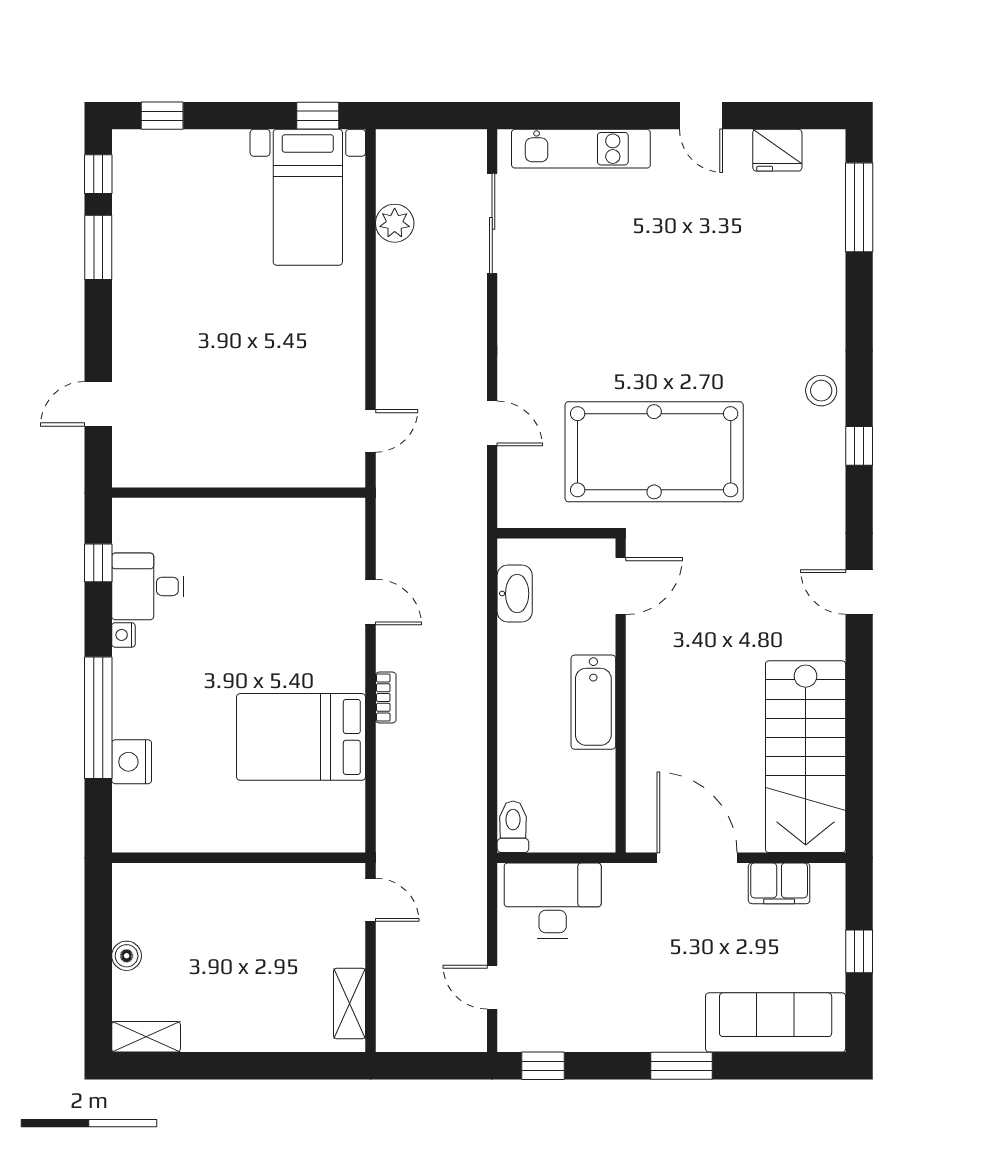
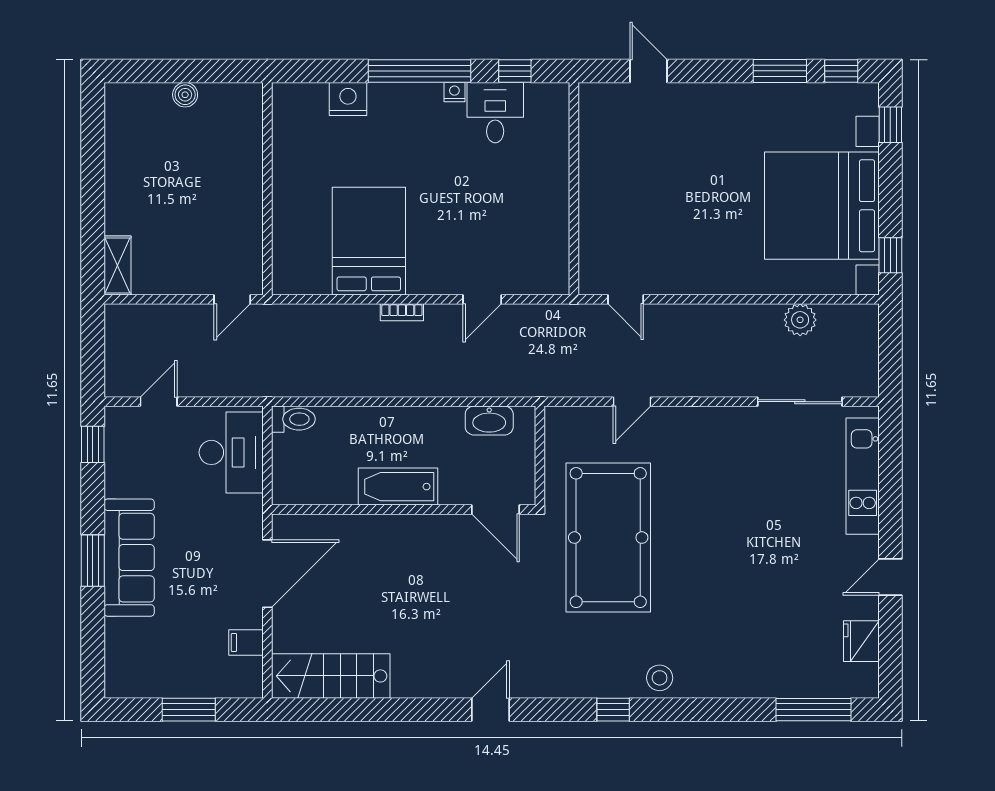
bed with nightstands: (308, 197) -> (822, 206), width x1.85
window: (98, 718) -> (419, 71), moved
stairs: (806, 757) -> (331, 676), width x0.73, depth x0.66
filing cabinet: (779, 883) -> (246, 642), width x0.50
window: (859, 951) -> (189, 710), width x1.50
shelving: (349, 1003) -> (118, 265), moved, turned 90
sofa: (776, 1022) -> (129, 558), moved
shelving: (146, 1037) -> (117, 111), removed

